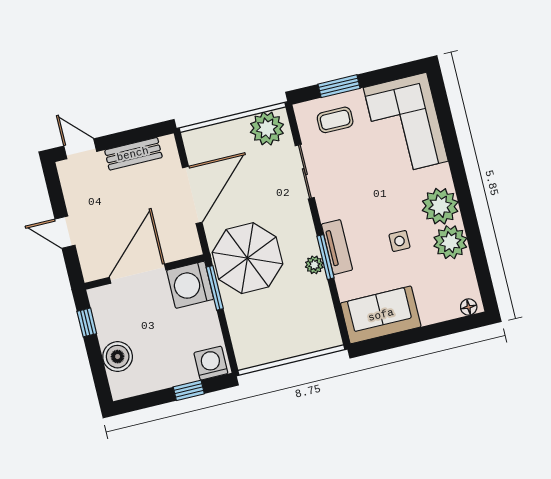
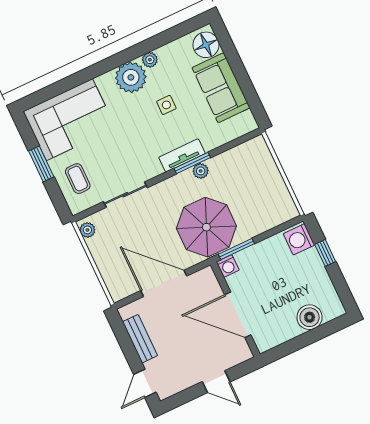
window: (339, 86) -> (41, 164), moved
plant: (267, 128) -> (87, 230), width x0.53, depth x0.53
door: (65, 232) -> (216, 382), hinge flipped
plant: (450, 242) -> (150, 60), width x0.53, depth x0.53
washing machine: (190, 285) -> (228, 266), width x0.53, depth x0.53
floor lamp: (469, 307) -> (206, 45), width x1.89, depth x1.89
sofa: (381, 315) -> (221, 88), moved
window: (87, 322) -> (287, 348), removed

